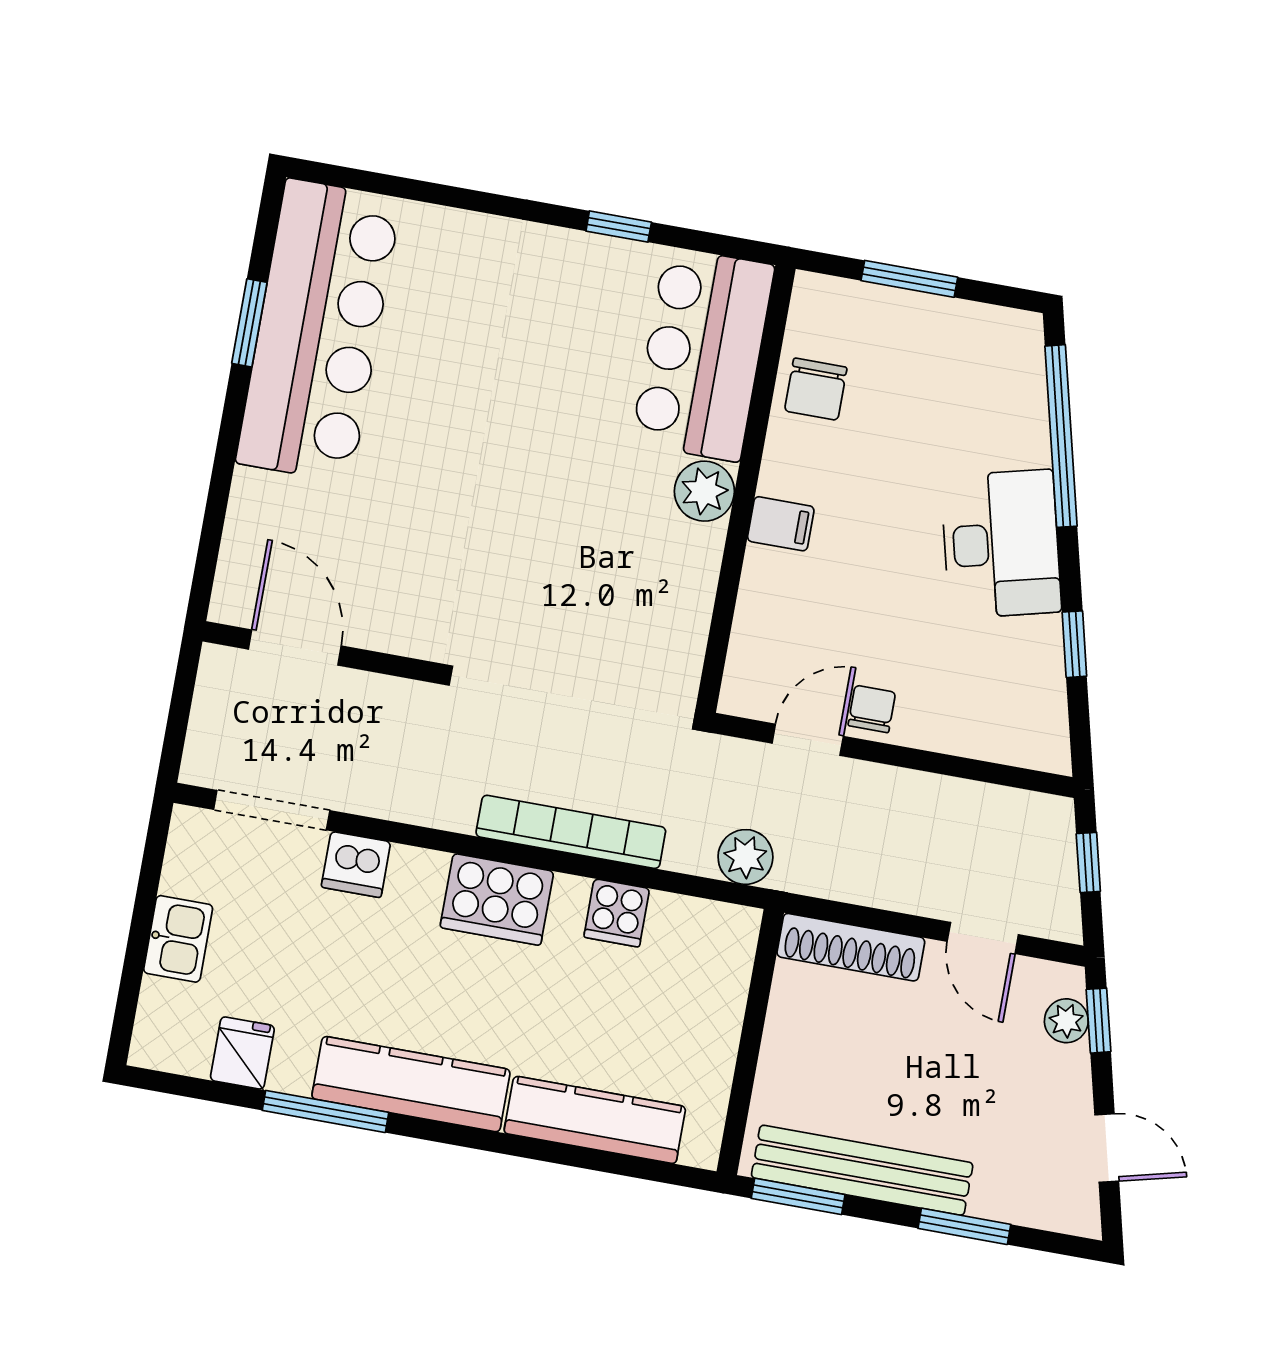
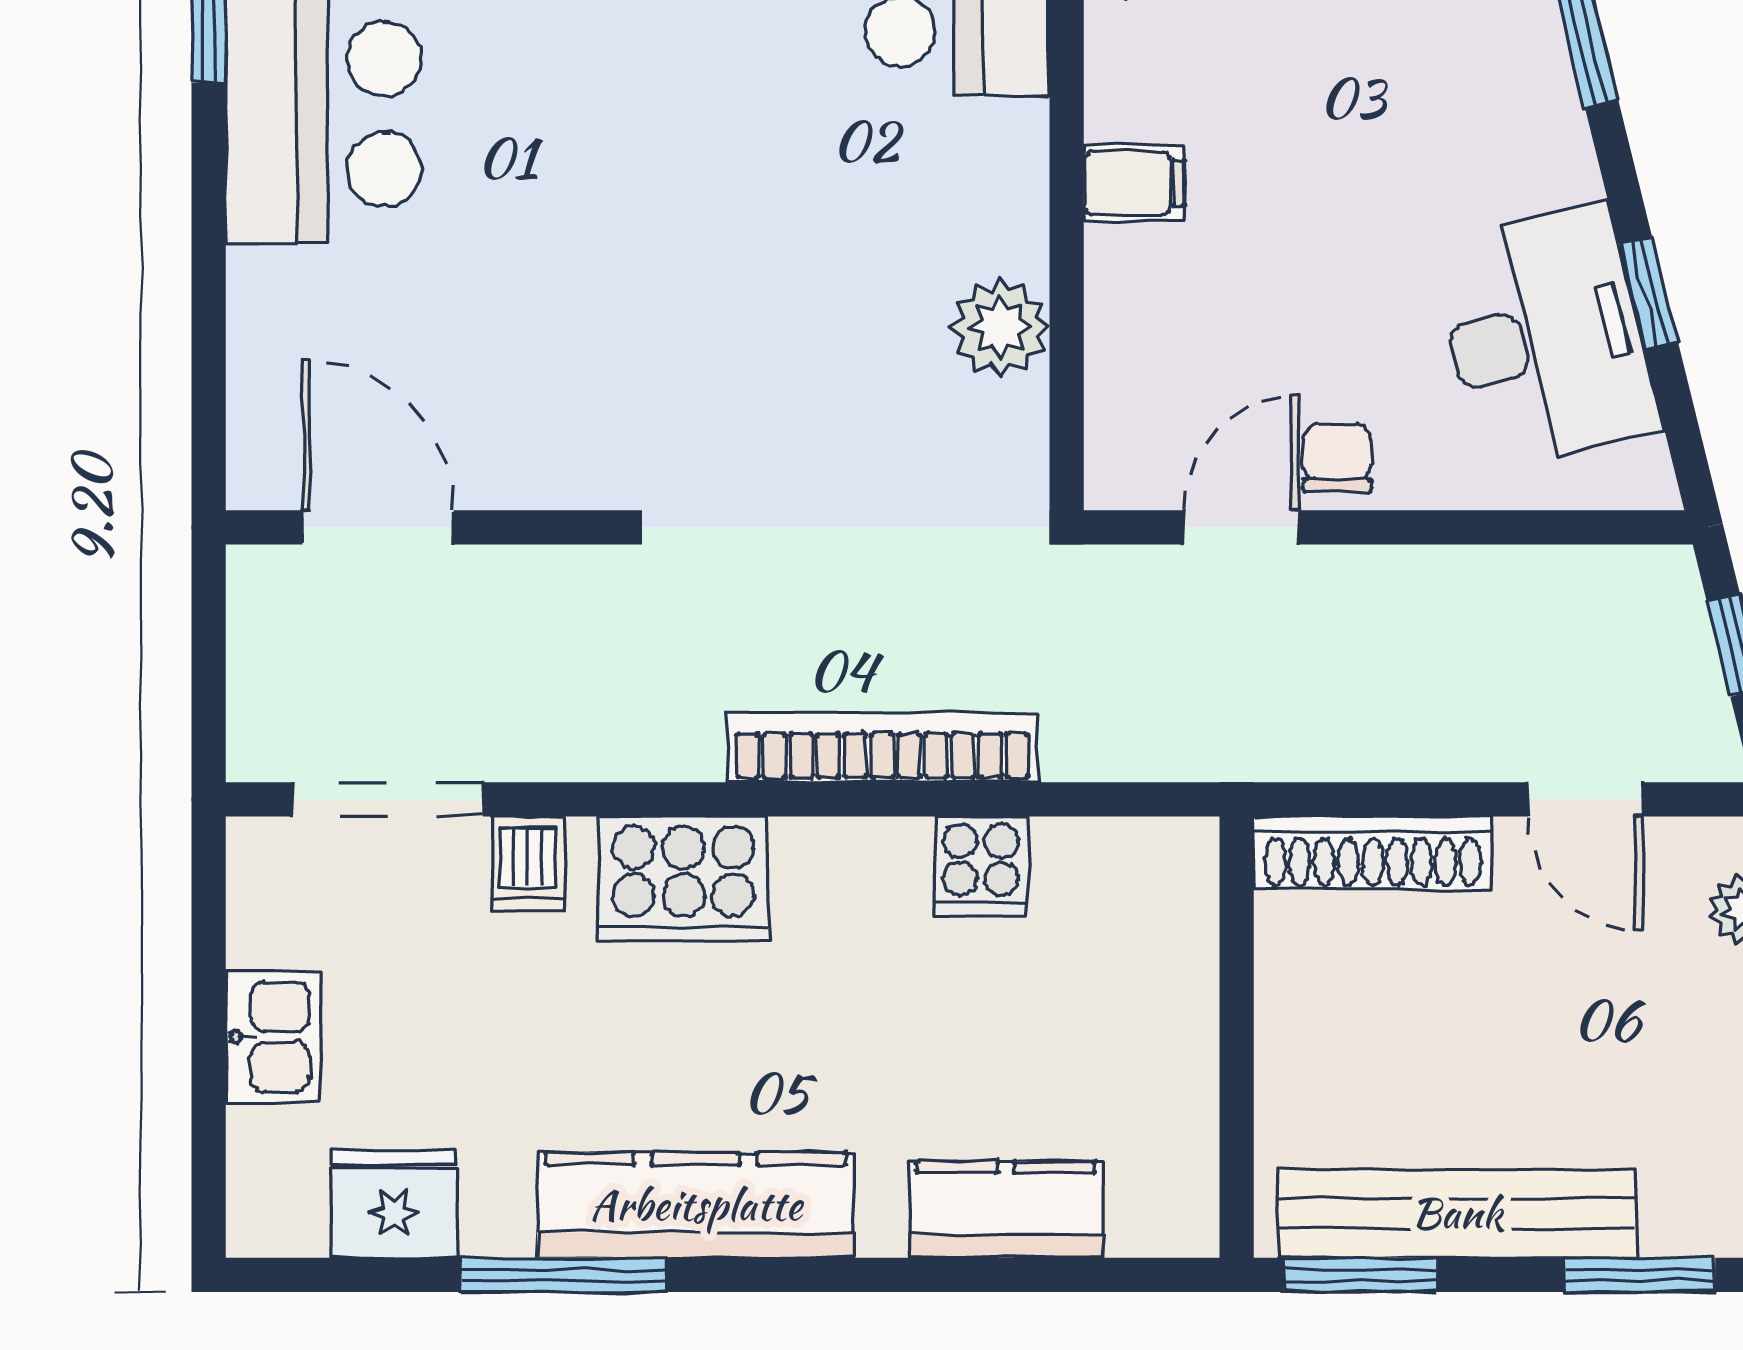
plant: (704, 491) -> (1000, 327), moved
desk: (1001, 544) -> (1545, 337), moved
plant: (745, 857) -> (1174, 737), removed
dishwasher: (356, 865) -> (528, 863), width x0.73
cooker: (497, 899) -> (683, 879), moved
fridge: (242, 1053) -> (394, 1204), width x1.38
kitchen counter: (595, 1120) -> (1006, 1210), width x0.67

